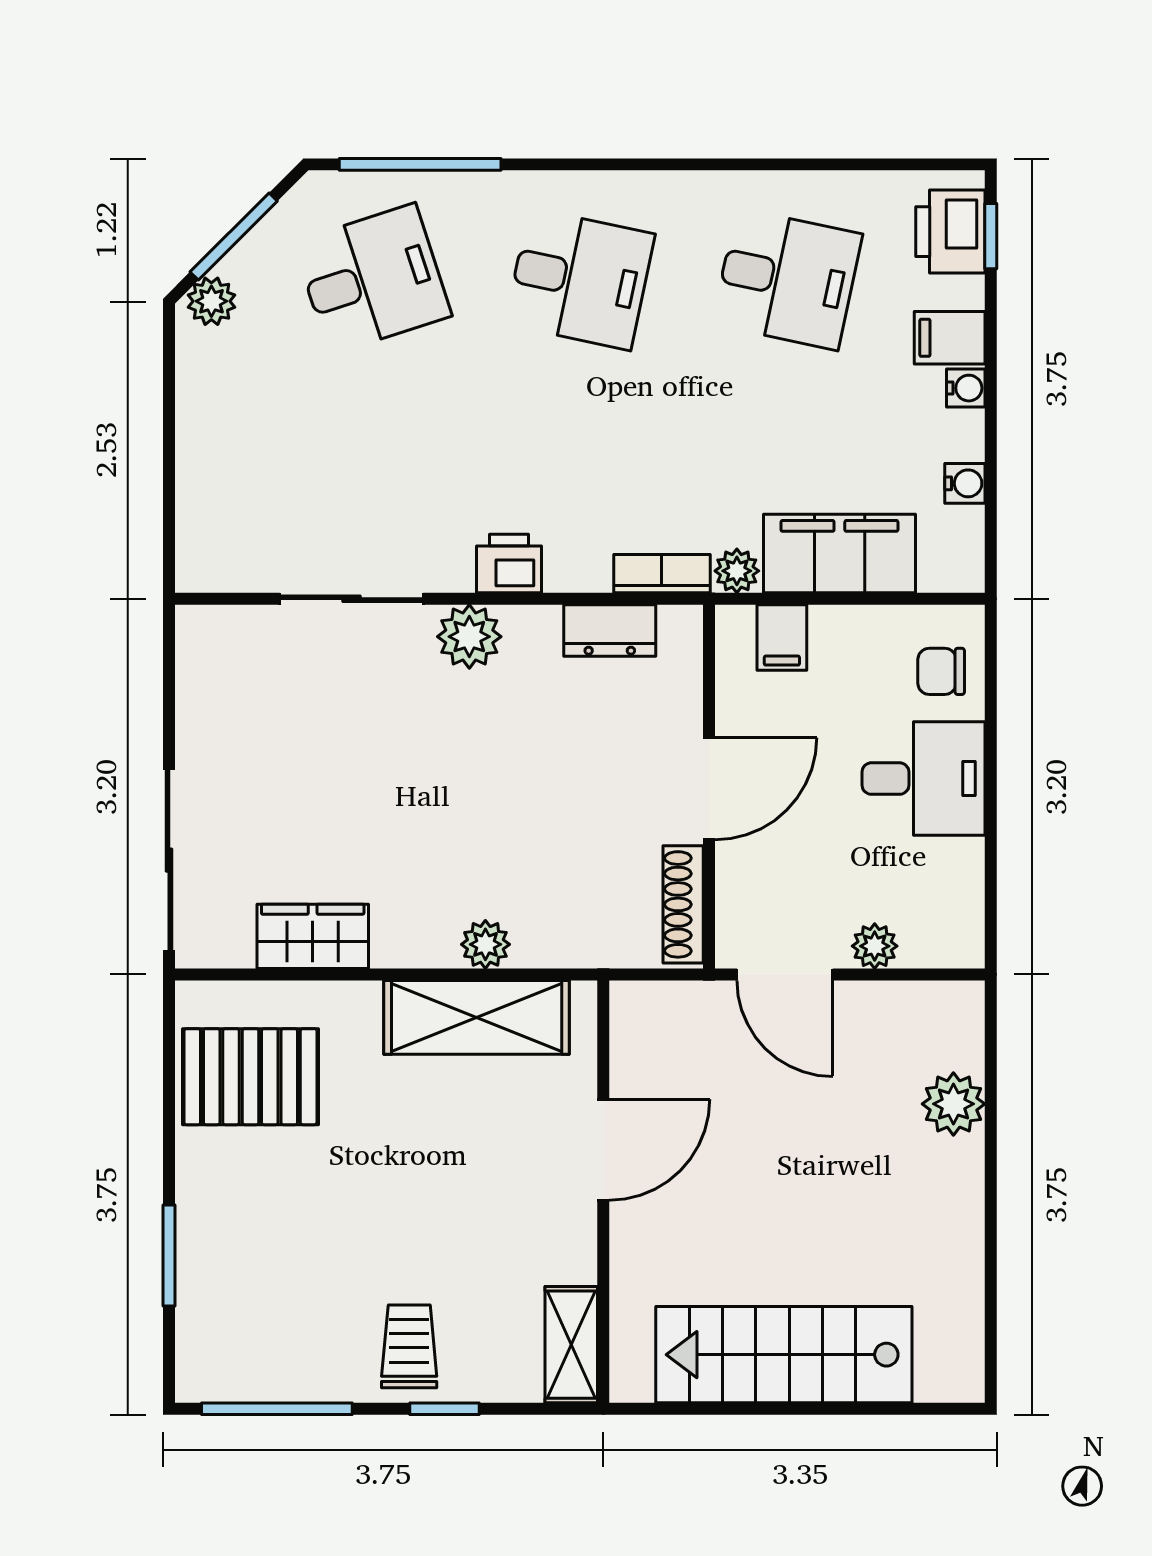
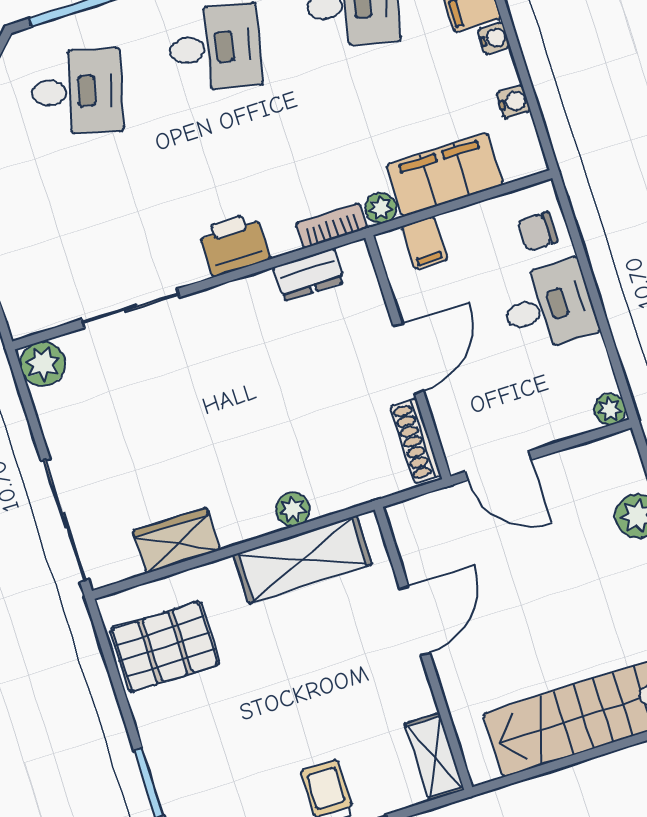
desk: (372, 279) -> (77, 92), turned 33
printer: (509, 563) -> (234, 244), width x1.36, depth x1.24
plant: (469, 637) -> (43, 364), moved
plant: (875, 946) -> (610, 409), moved

